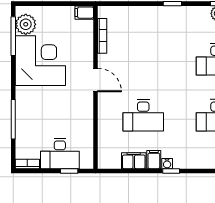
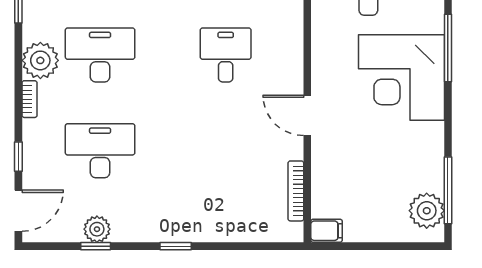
corner desk: (40, 61) -> (401, 77), moved
desk: (143, 115) -> (226, 55), width x0.73

